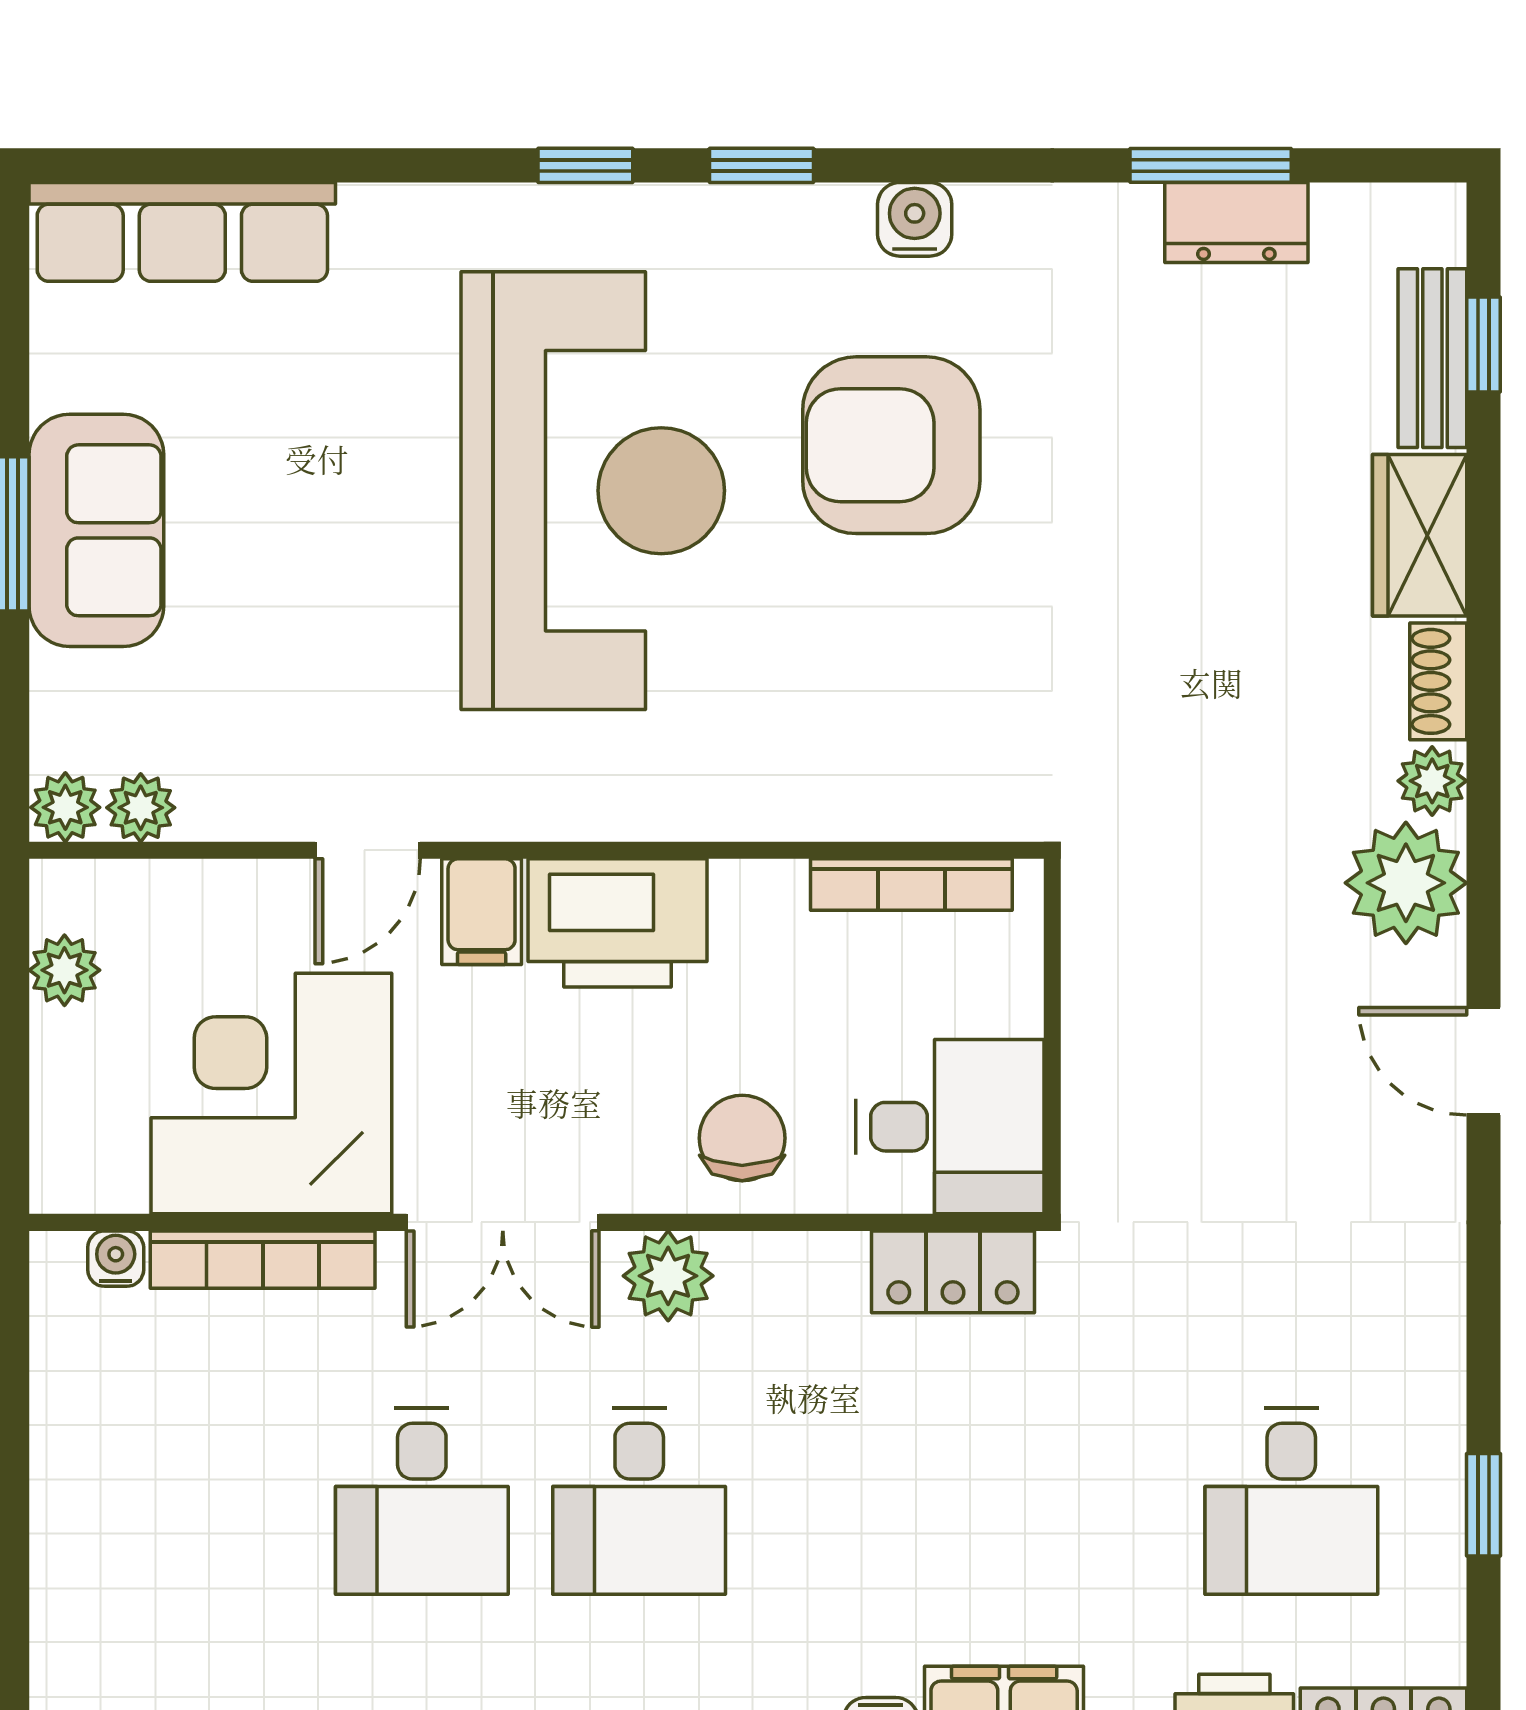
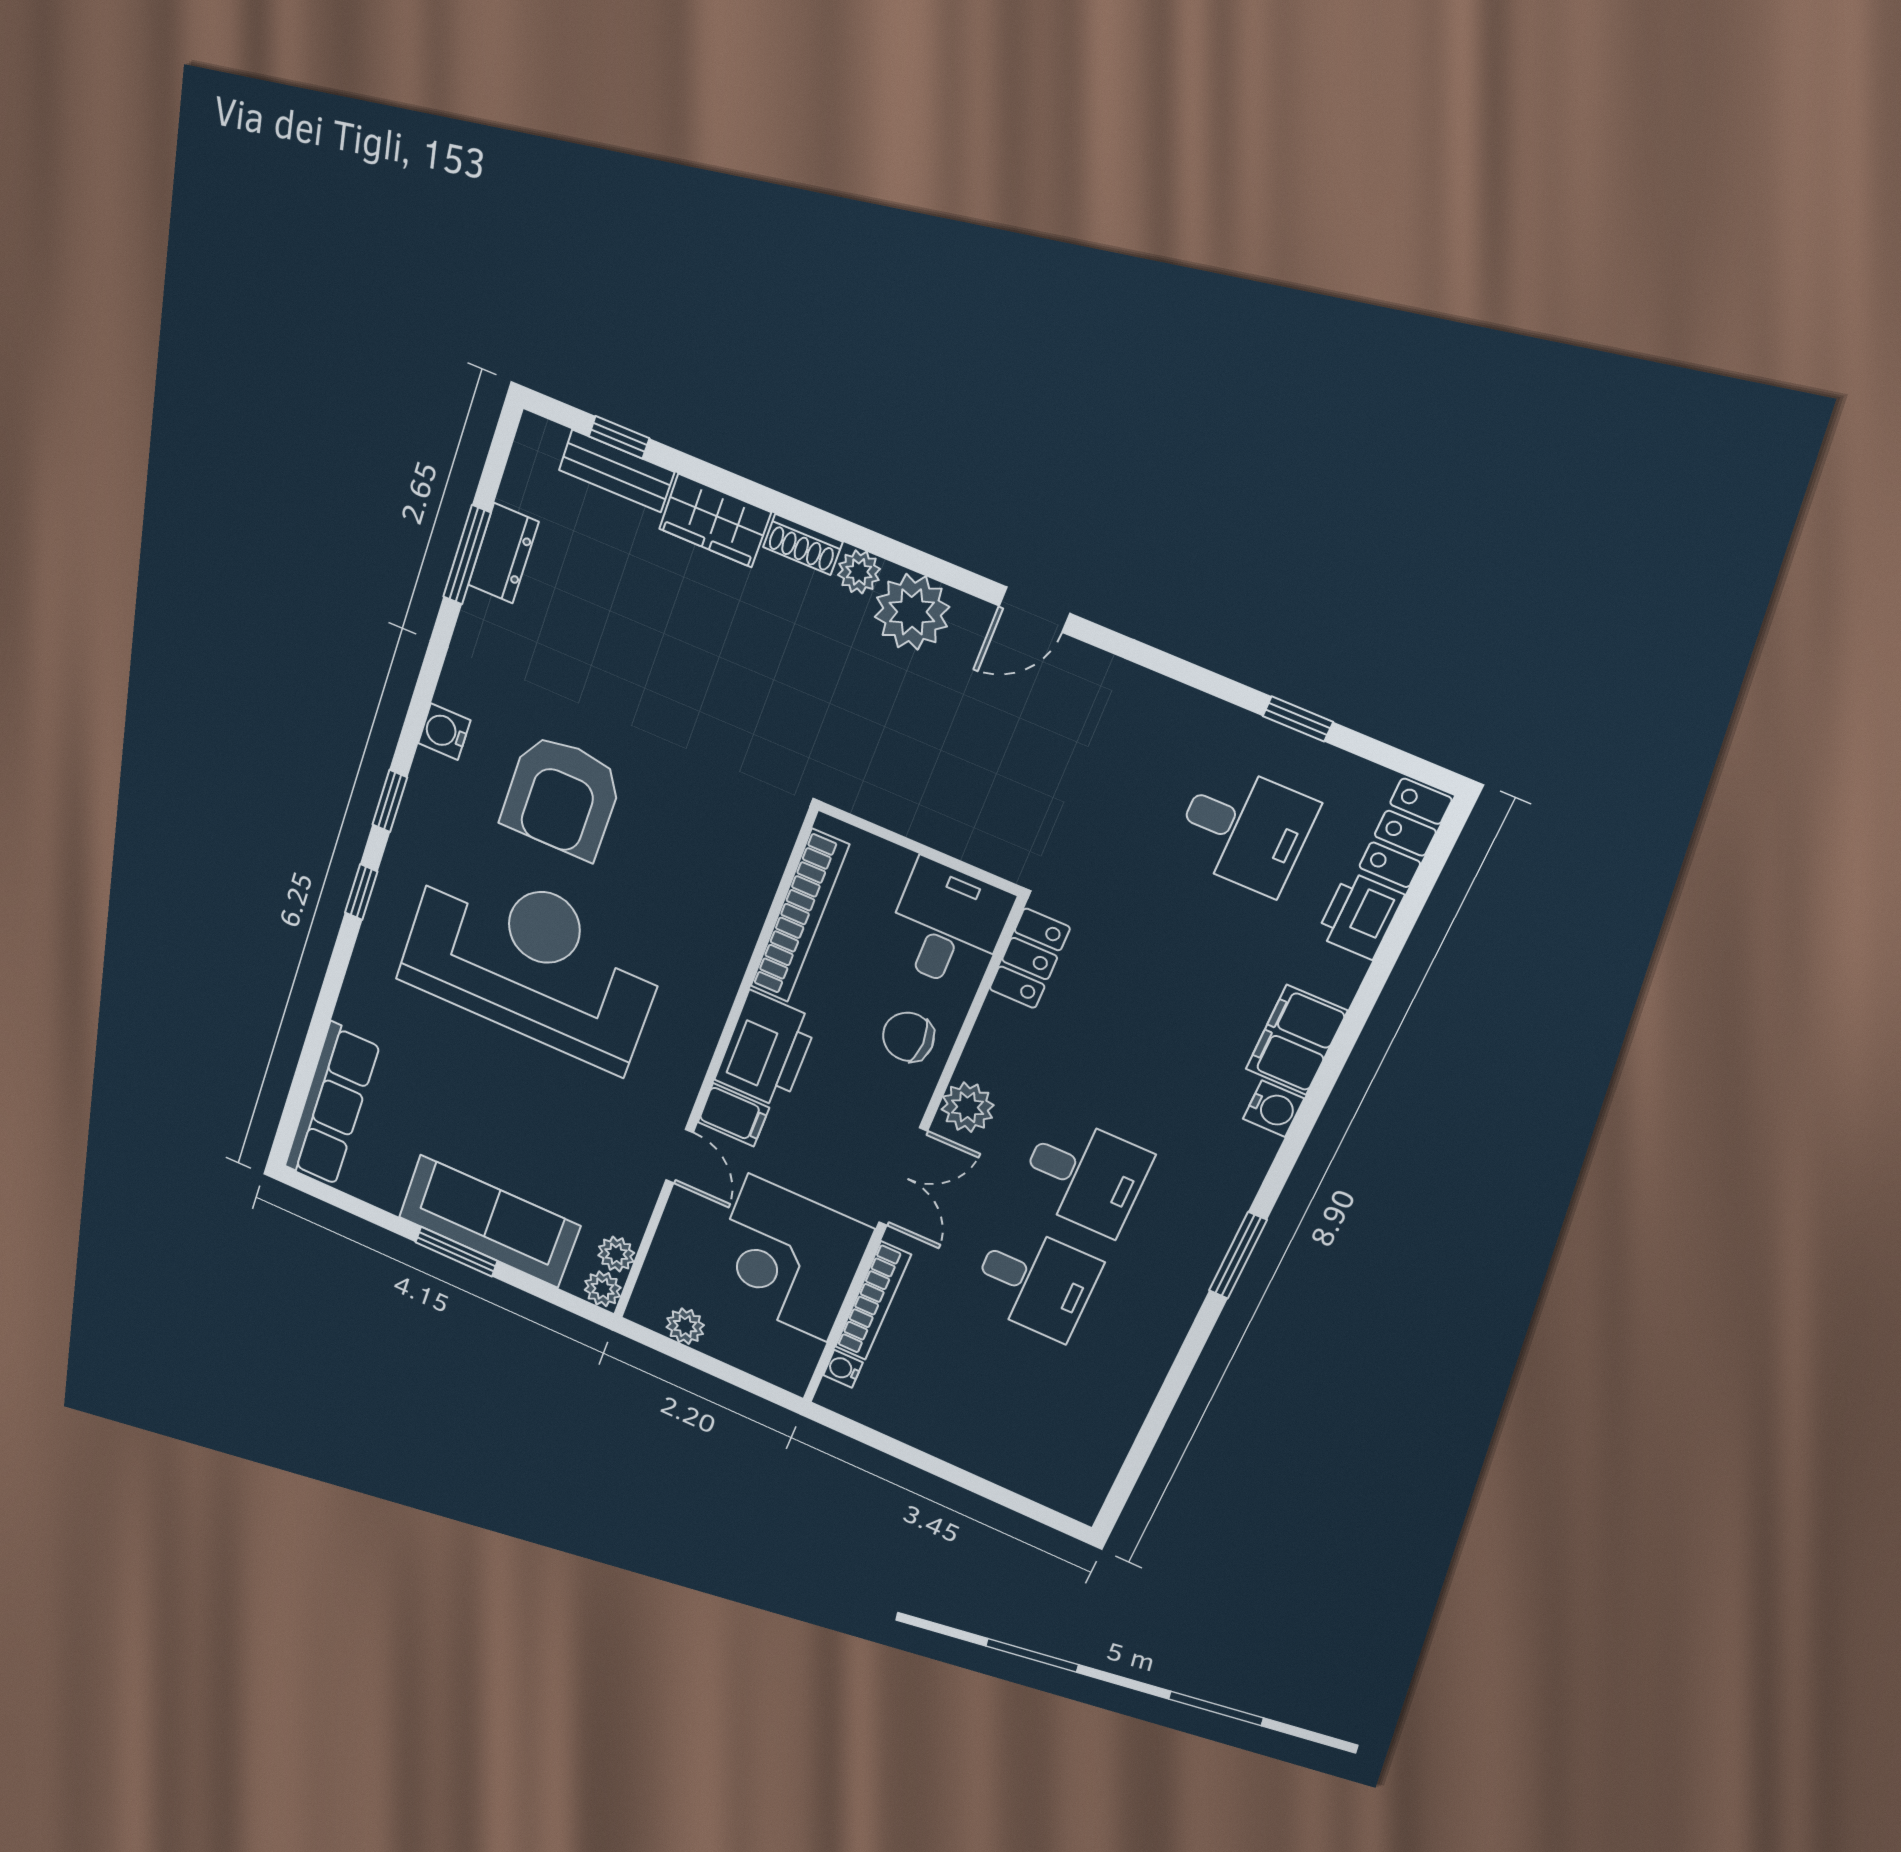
sofa: (96, 530) -> (489, 1221), width x1.36
bookcase: (911, 885) -> (800, 916), width x1.48, depth x1.31

